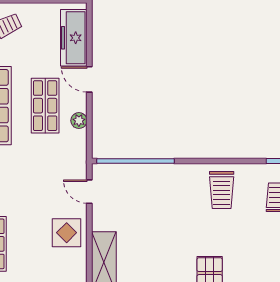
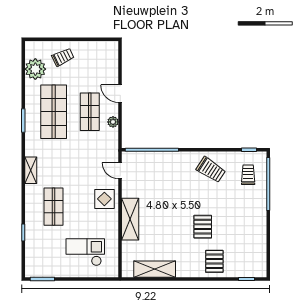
freezer: (74, 38) -> (109, 65), removed
trolley: (222, 190) -> (211, 170), turned -57

